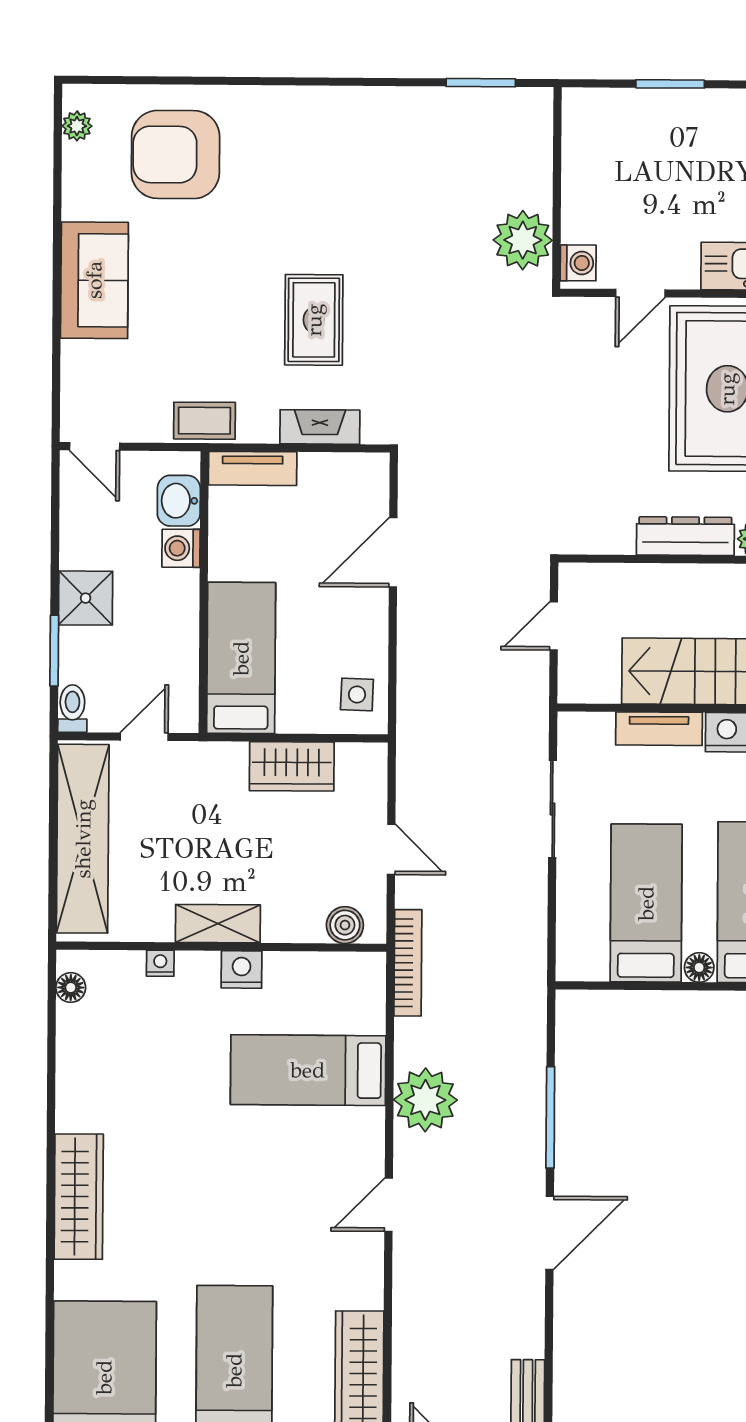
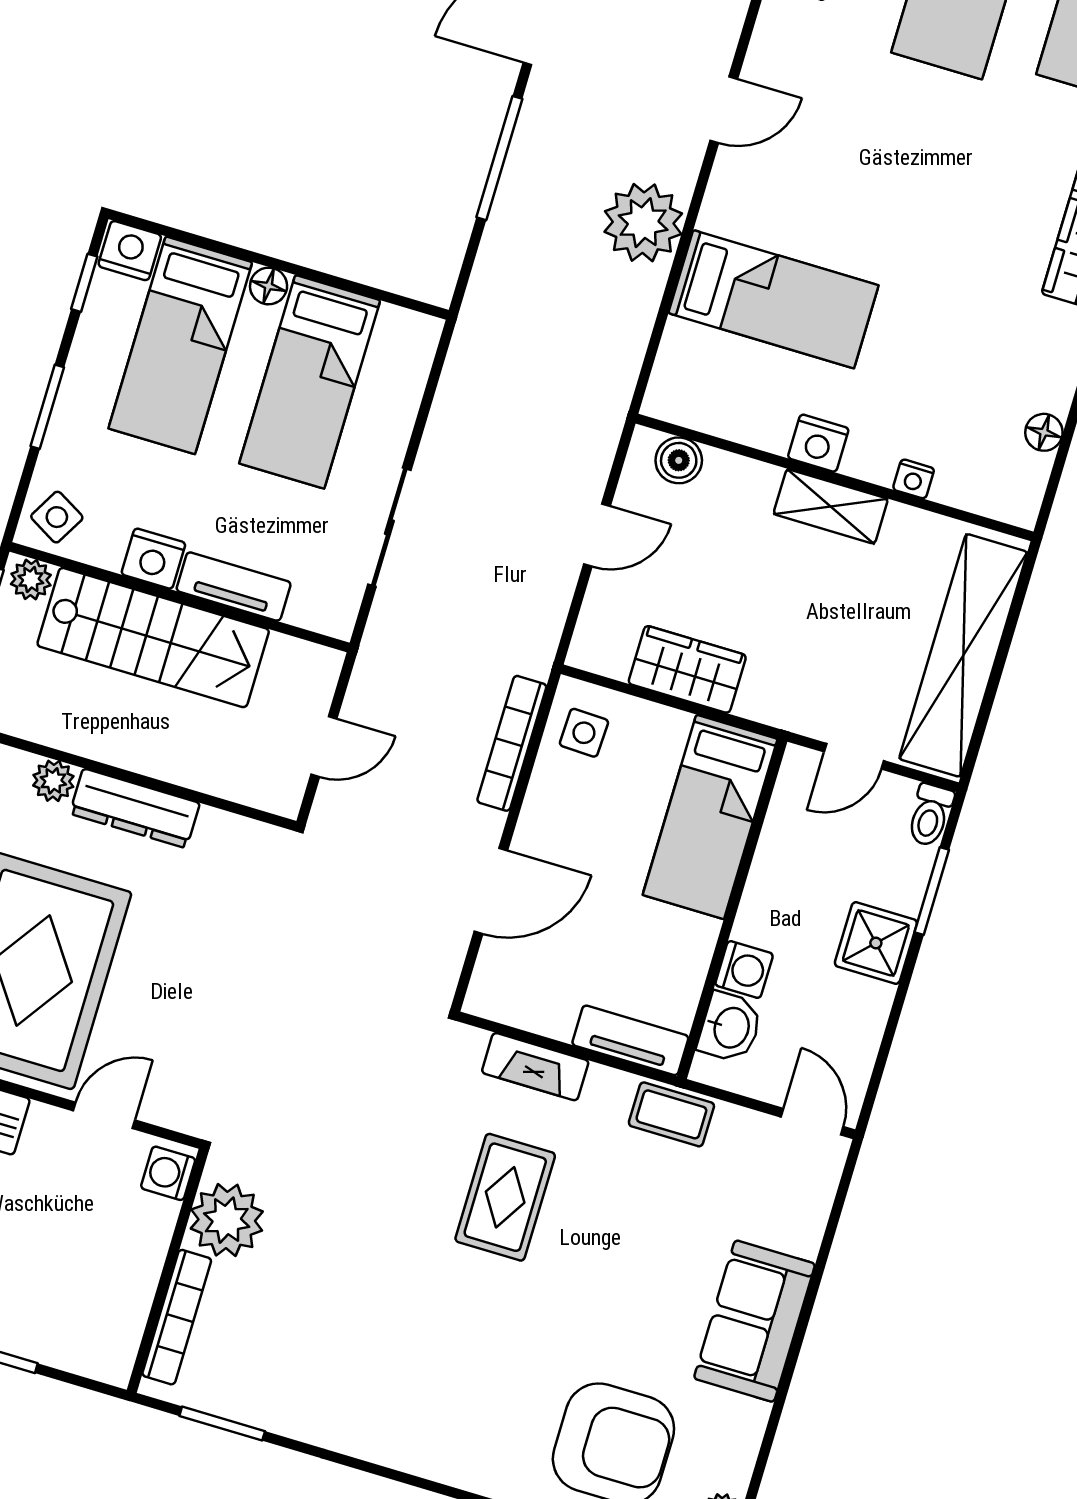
bookcase: (539, 154) -> (177, 1317), added
door: (391, 849) -> (597, 535), swing flipped
bookcase: (408, 963) -> (512, 743), moved
floor lamp: (71, 988) -> (1044, 432), moved

